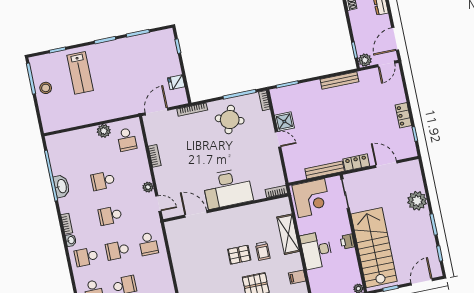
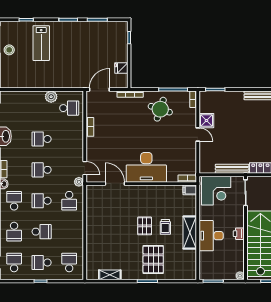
school desk: (127, 139) -> (69, 108), turned -90
plant: (148, 187) -> (79, 182), moved
shelving: (288, 234) -> (190, 233), moved
pallet: (239, 255) -> (145, 226), turned 90
school desk: (86, 257) -> (14, 201), turned 90
filing cabinet: (297, 277) -> (190, 190), moved

